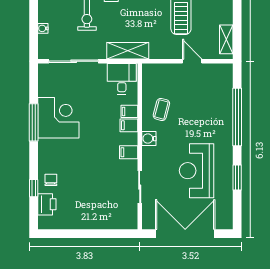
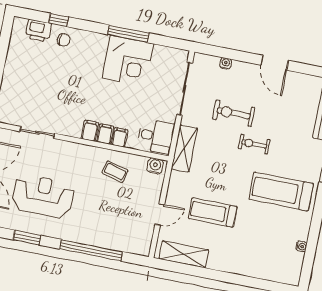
shelving: (226, 39) -> (184, 254), width x1.50, depth x1.33
water cooler: (149, 139) -> (155, 166), moved
filing cabinet: (129, 152) -> (90, 131), moved

